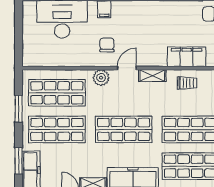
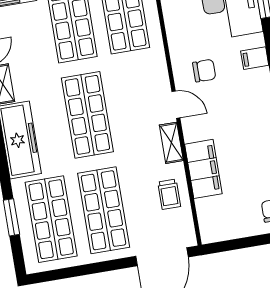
filing cabinet: (187, 57) -> (203, 169), moved
plant: (101, 78) -> (156, 70), removed

